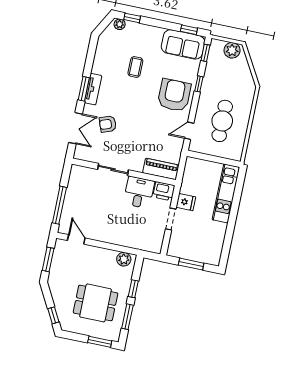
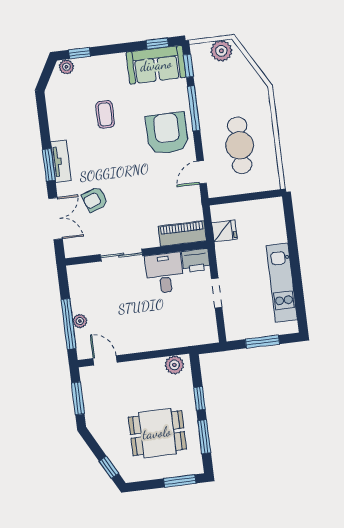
window: (199, 84) -> (194, 108), width x2.17
kitchen unit: (226, 193) -> (282, 283), moved
fridge: (186, 202) -> (224, 231), moved
plant: (68, 206) -> (80, 321), added

